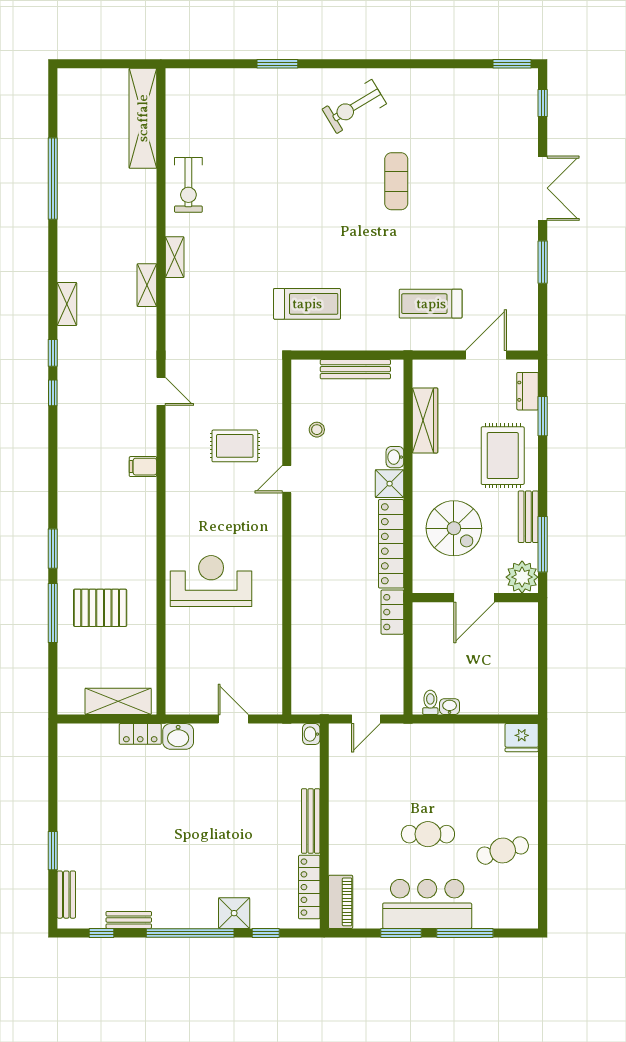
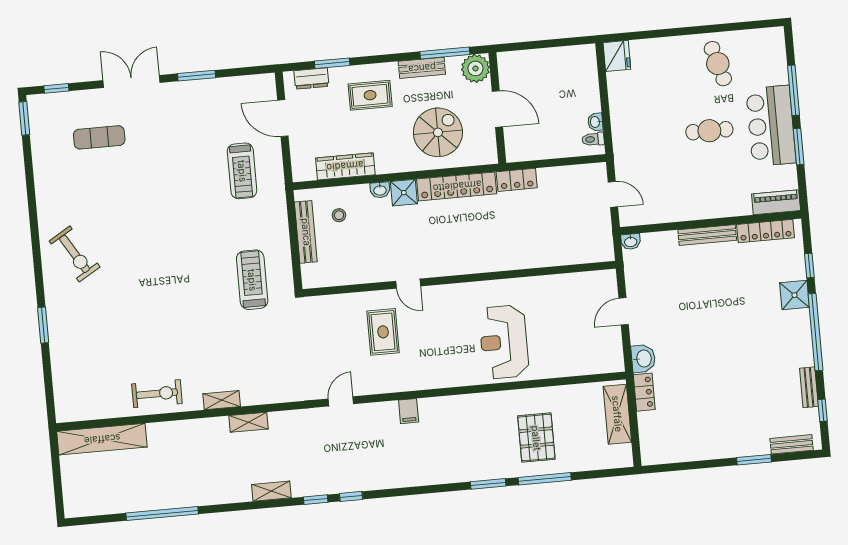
exercise mat: (396, 181) -> (99, 137), moved
stool: (317, 430) -> (339, 215), moved
rug: (503, 456) -> (370, 95), width x0.73, depth x0.70
cafe table: (428, 834) -> (709, 131), turned 90

